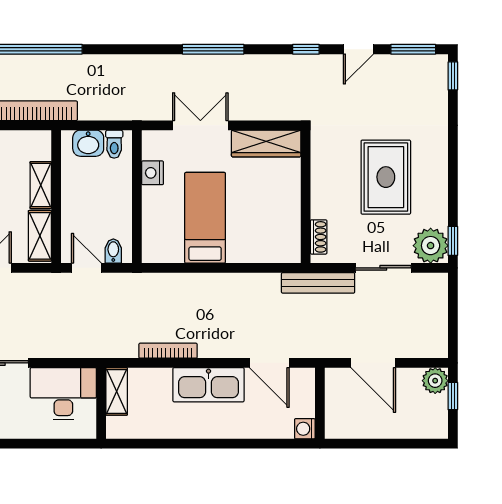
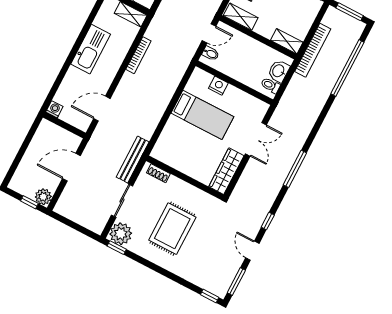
nightstand: (152, 173) -> (218, 86), moved
rug: (386, 177) -> (172, 229), turned 90
shelving: (41, 185) -> (287, 41), moved
kitchen sink: (208, 385) -> (91, 49), moved, turned 180

